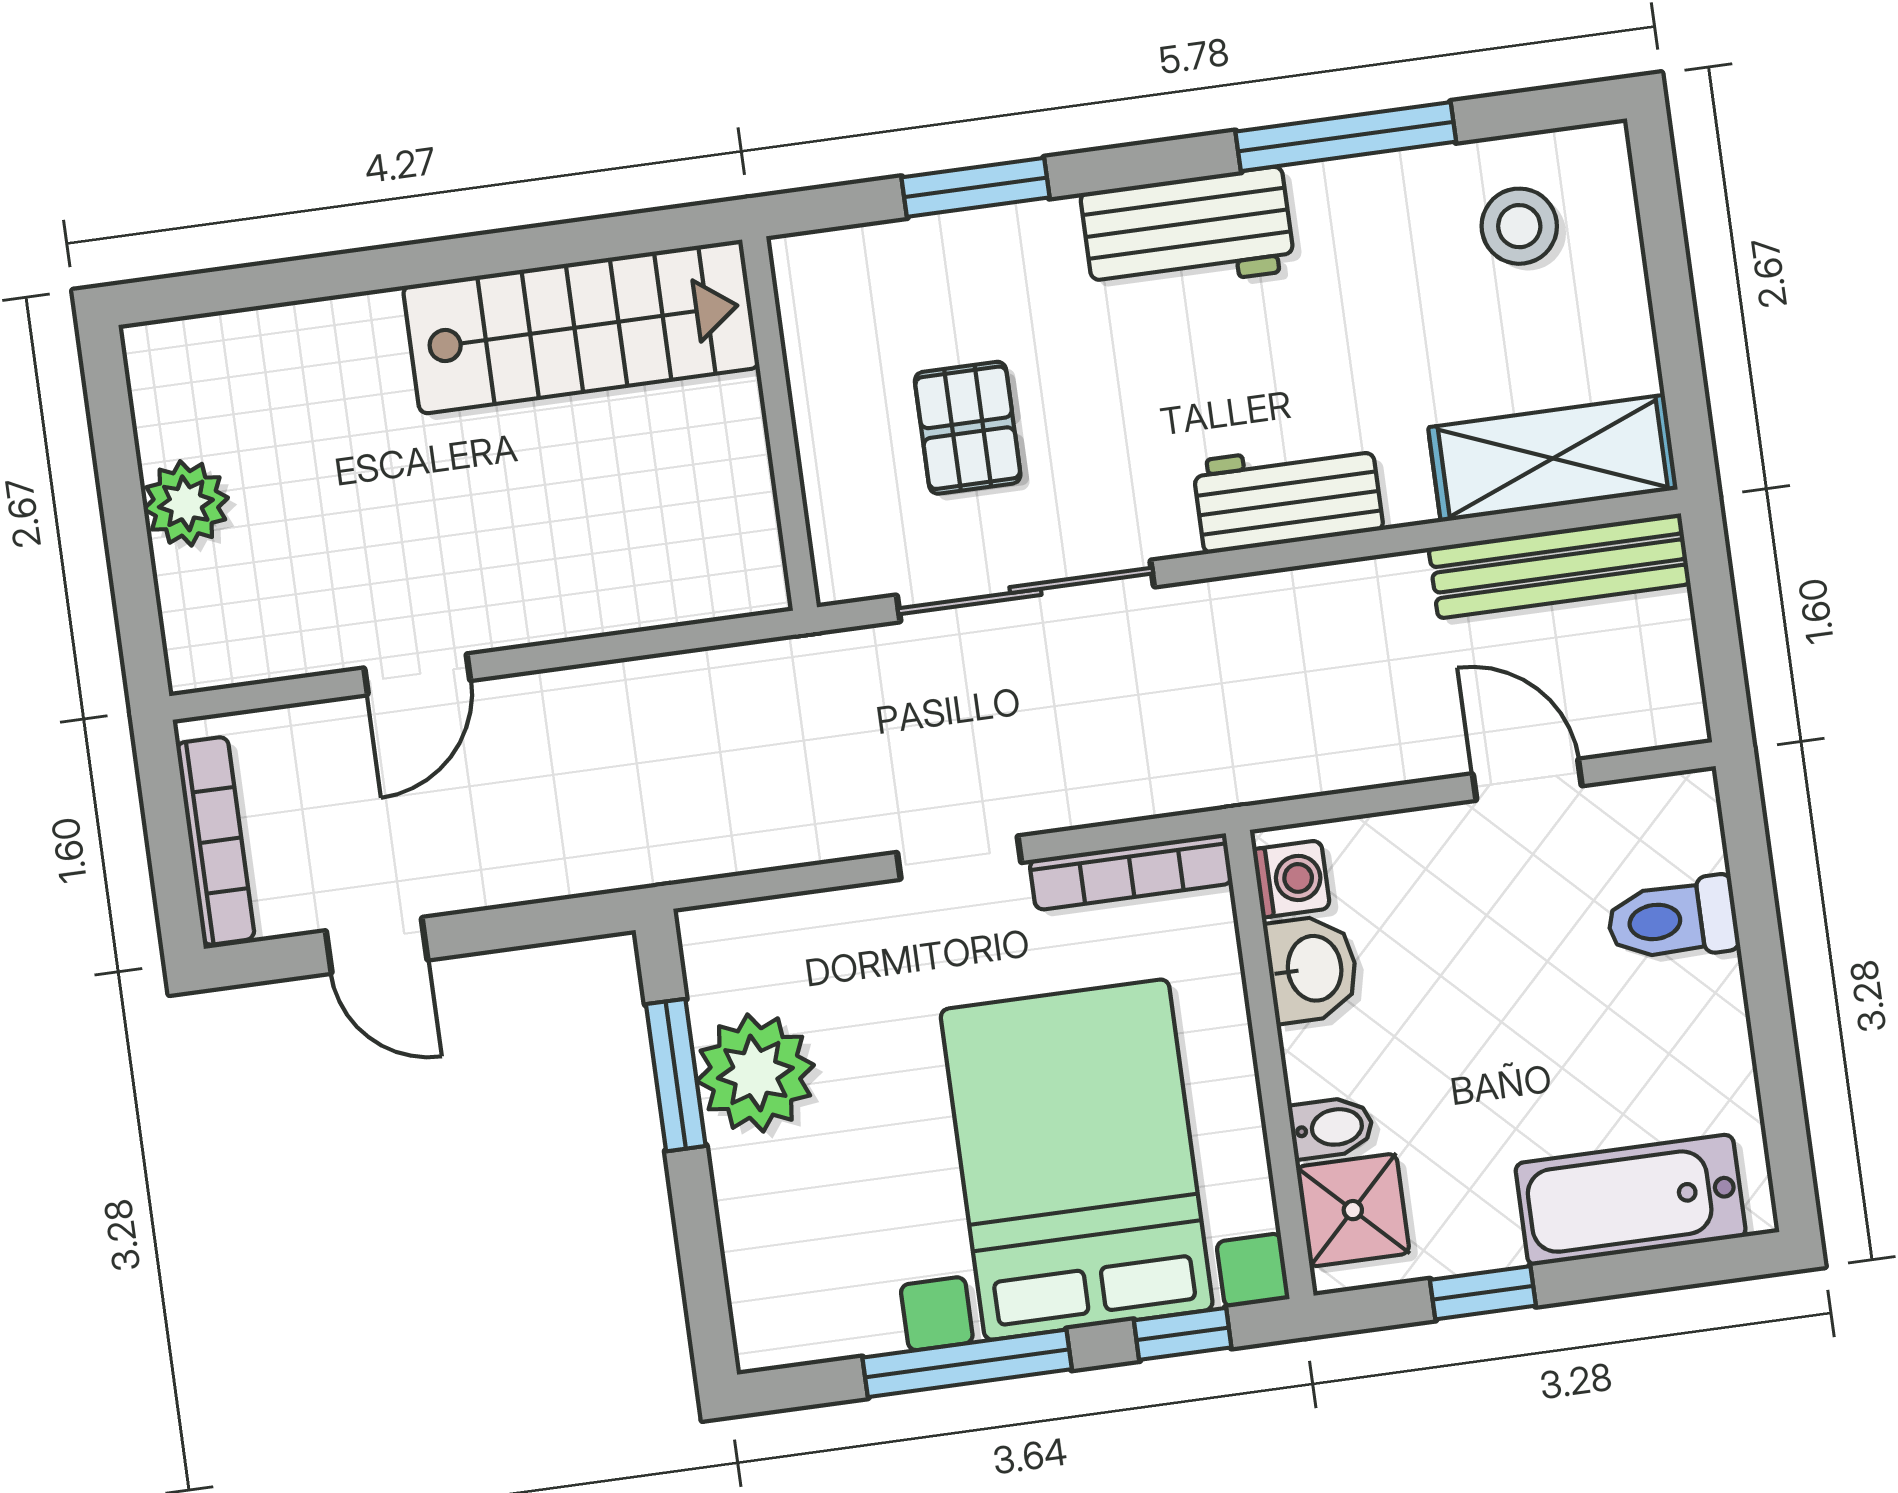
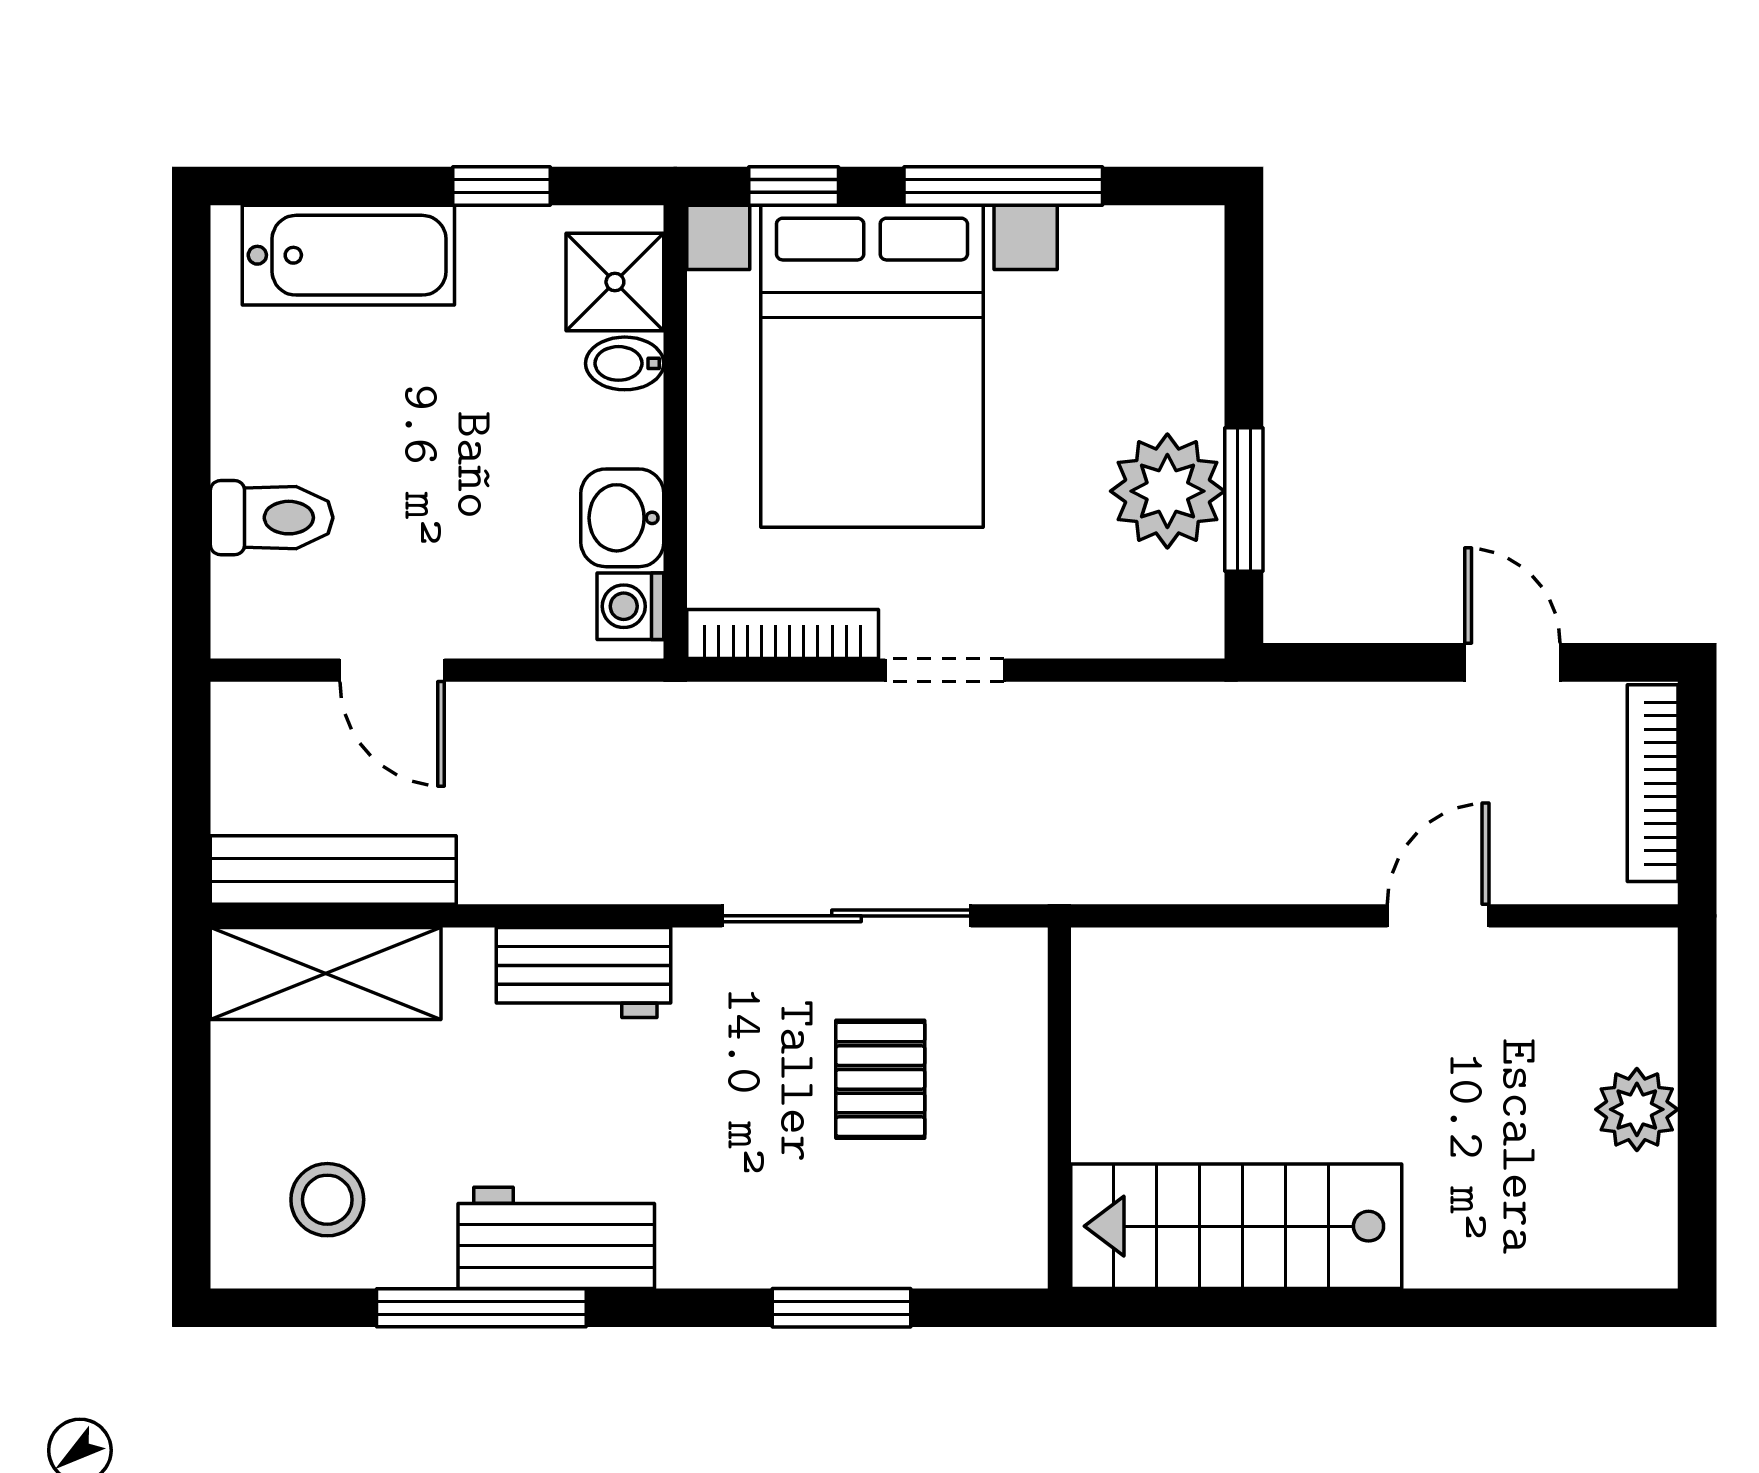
workbench: (1188, 232) -> (556, 1238), moved

